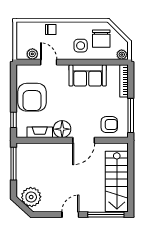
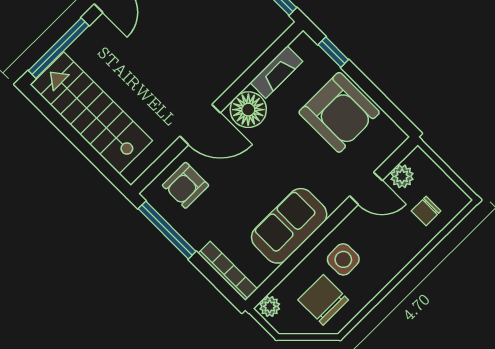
chair: (51, 29) -> (426, 211), moved
armchair: (32, 97) -> (339, 112), turned 180
door: (84, 140) -> (200, 125), swing flipped

